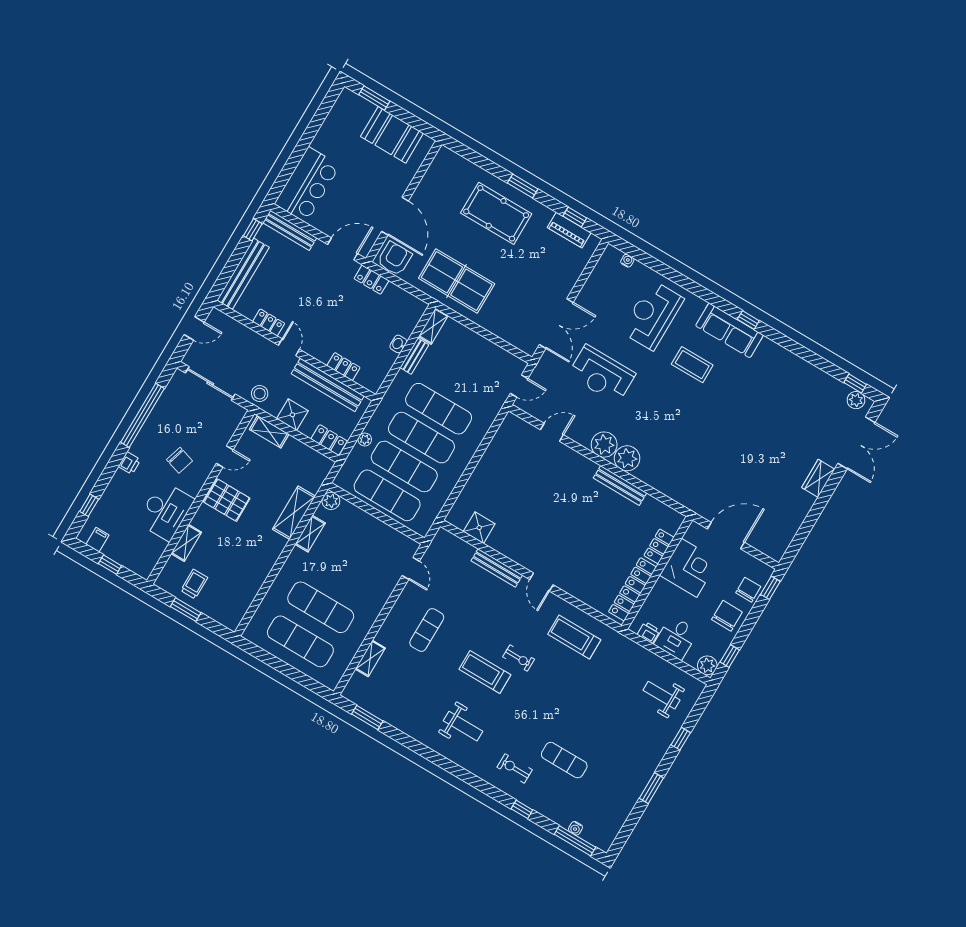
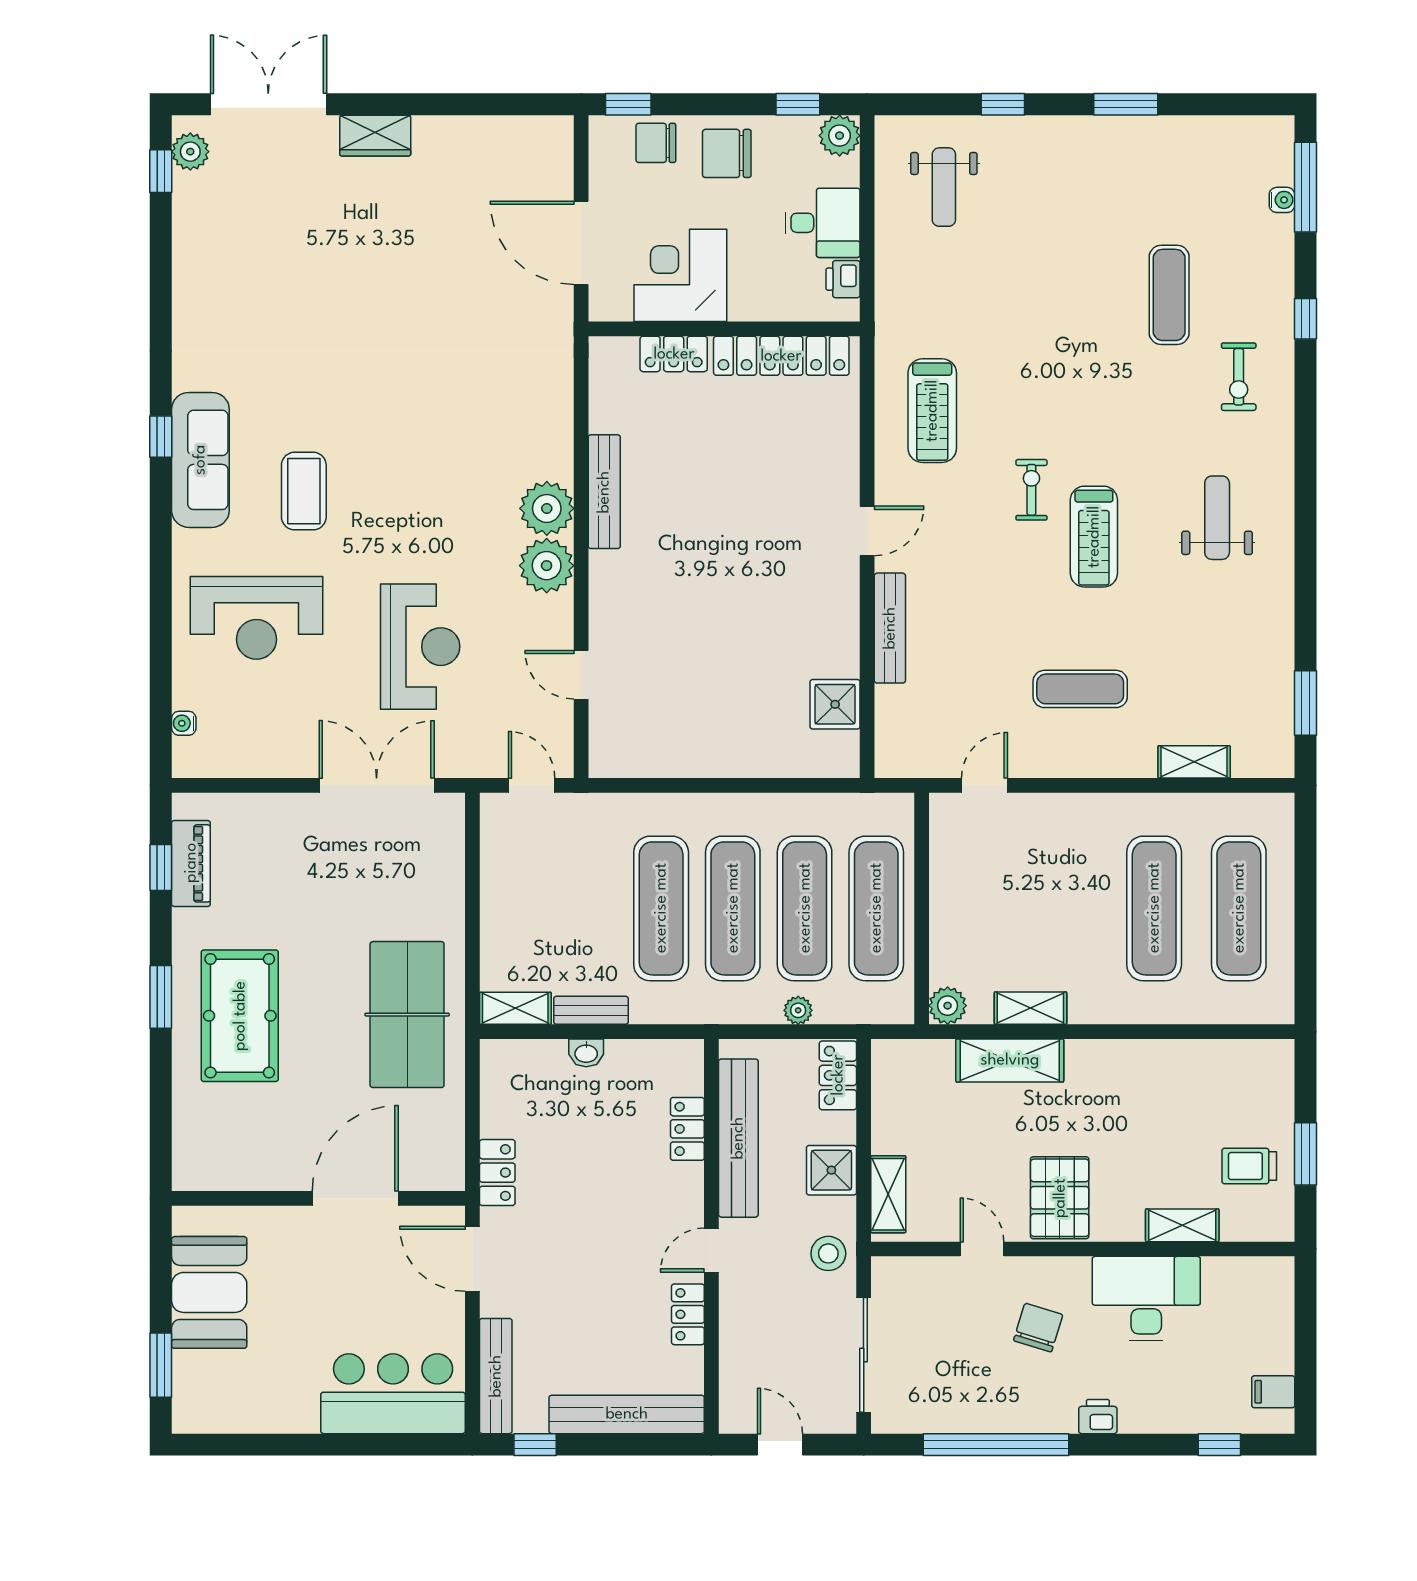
armchair: (394, 259) -> (434, 1153), removed
window: (110, 565) -> (1306, 1342), removed

